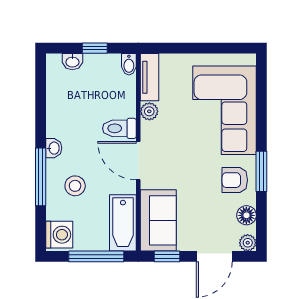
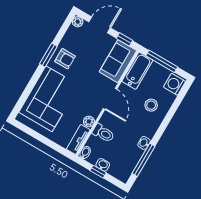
washbasin: (72, 62) -> (103, 165), moved
toilet: (119, 128) -> (103, 133), moved
washbasin: (54, 148) -> (144, 143), moved
window: (41, 177) -> (143, 160), moved
floor lamp: (246, 215) -> (70, 37), removed

